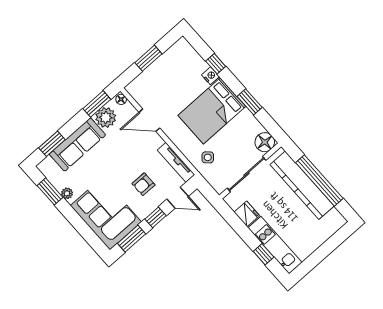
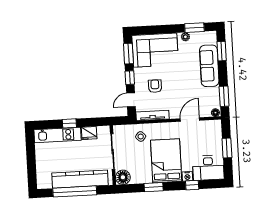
desk: (184, 61) -> (208, 168), added
plant: (106, 117) -> (212, 95), removed
window: (264, 254) -> (69, 123), moved

